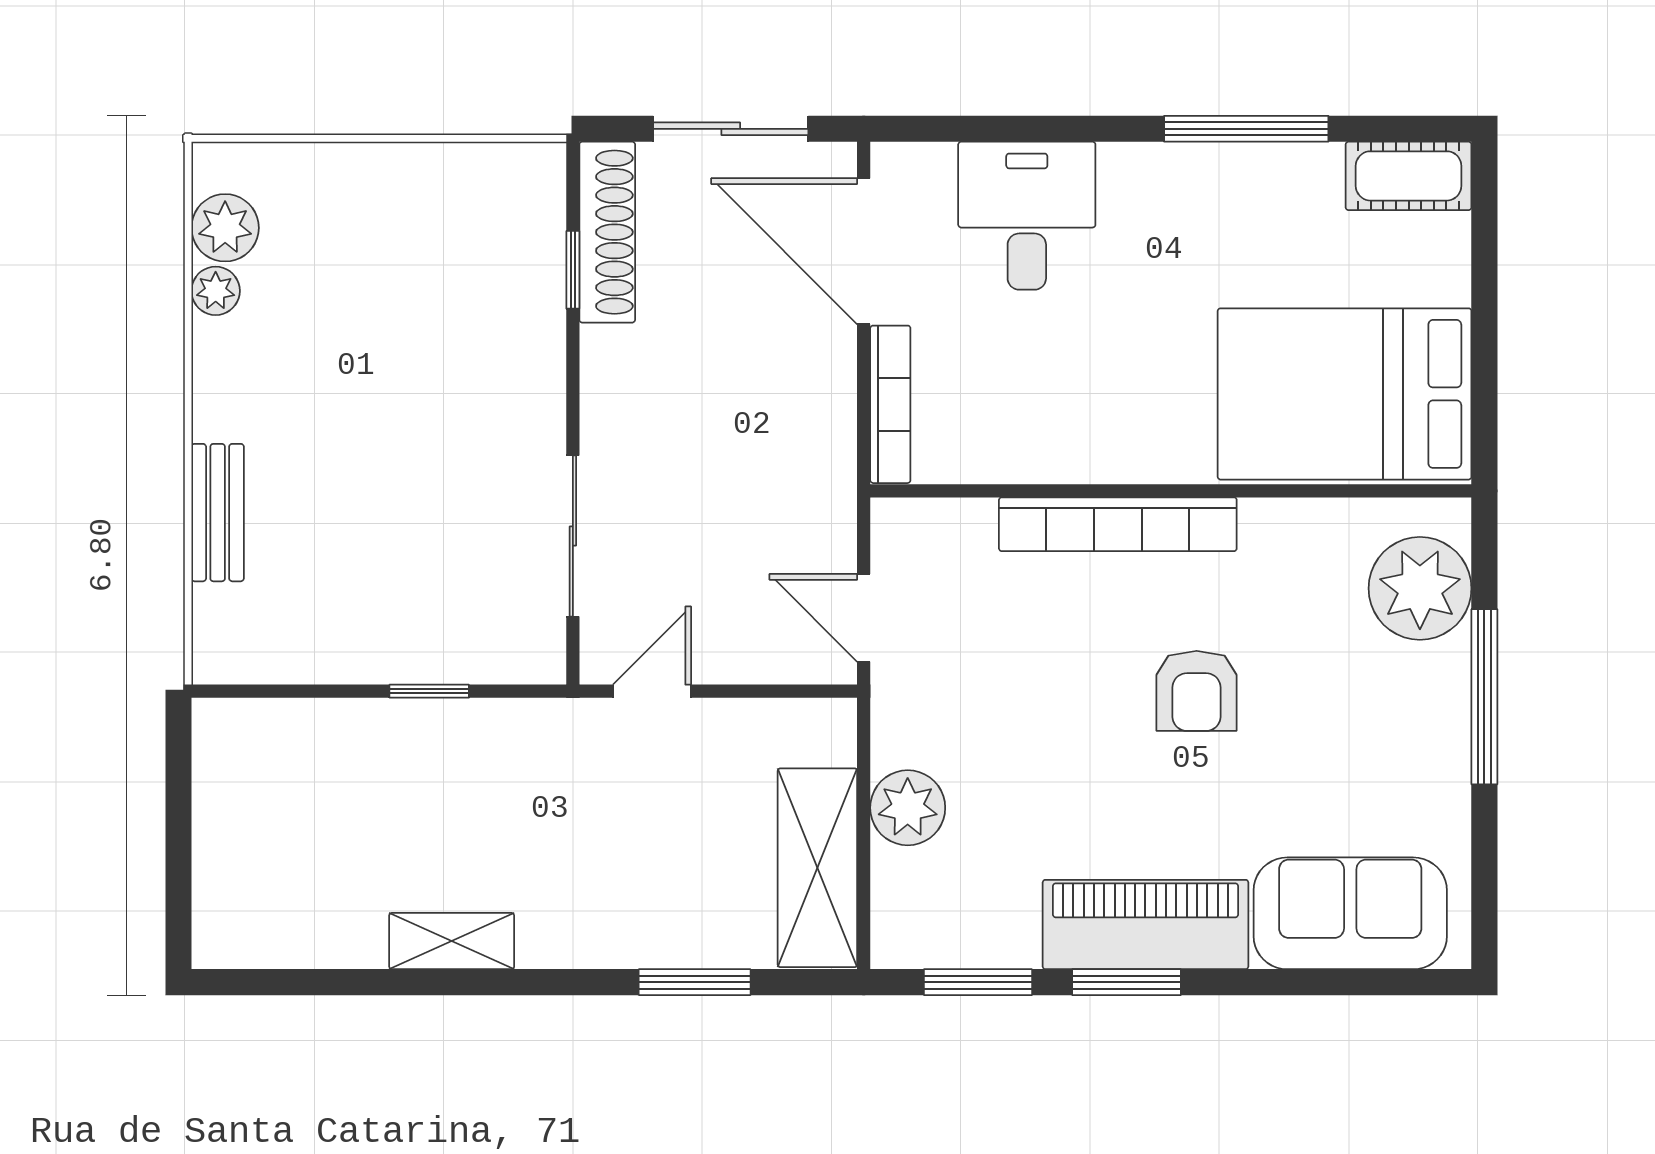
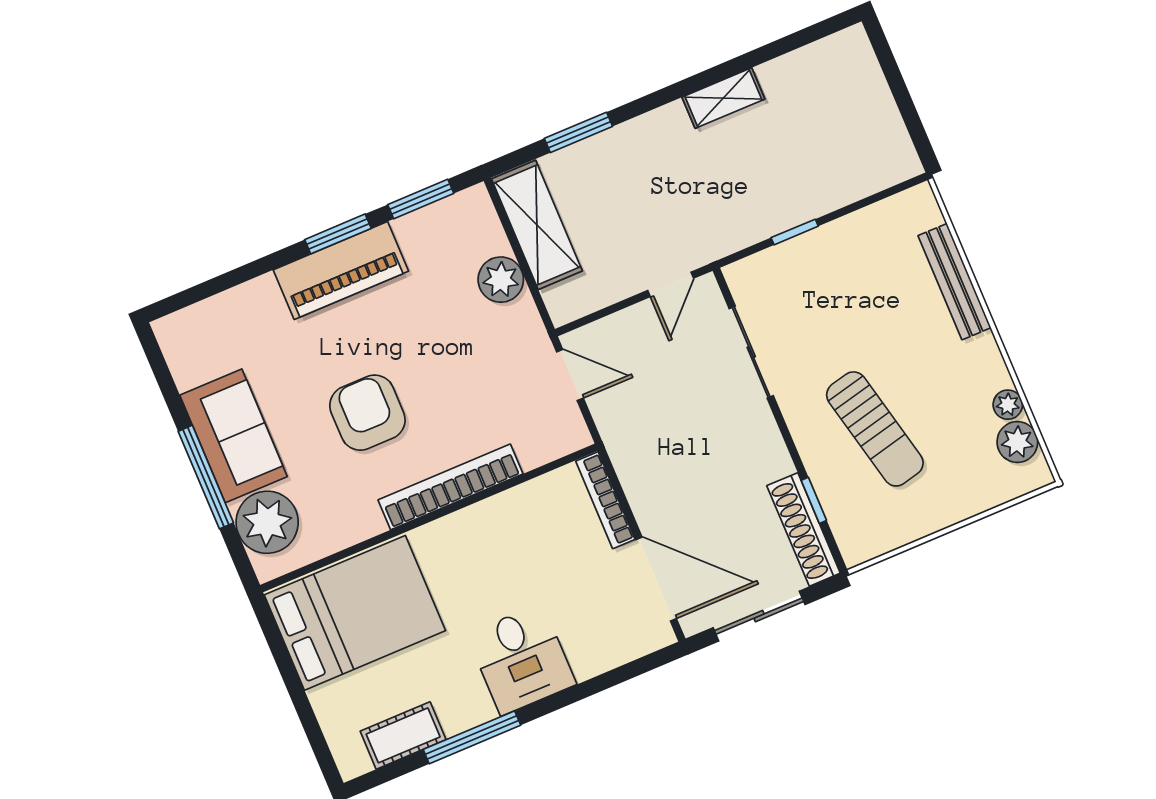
cot: (1409, 176) -> (403, 735), moved
desk: (1027, 216) -> (521, 659), moved
sun lounger: (434, 339) -> (875, 429), added
bench: (218, 513) -> (955, 282), width x1.36
armchair: (1197, 691) -> (367, 413), width x1.38, depth x1.38
sofa: (1350, 913) -> (234, 436), moved, turned -90

